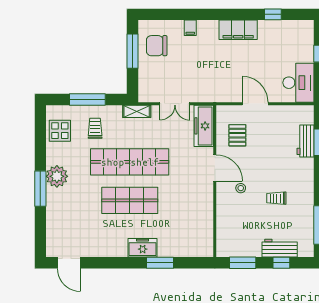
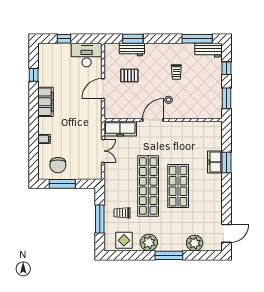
shelving: (137, 111) -> (109, 181), removed
pallet: (237, 135) -> (129, 76), moved
plant: (57, 176) -> (149, 243), moved
plant: (56, 222) -> (195, 243), added
freezer: (143, 248) -> (215, 162), moved
workbench: (280, 248) -> (209, 50), moved, turned -90

